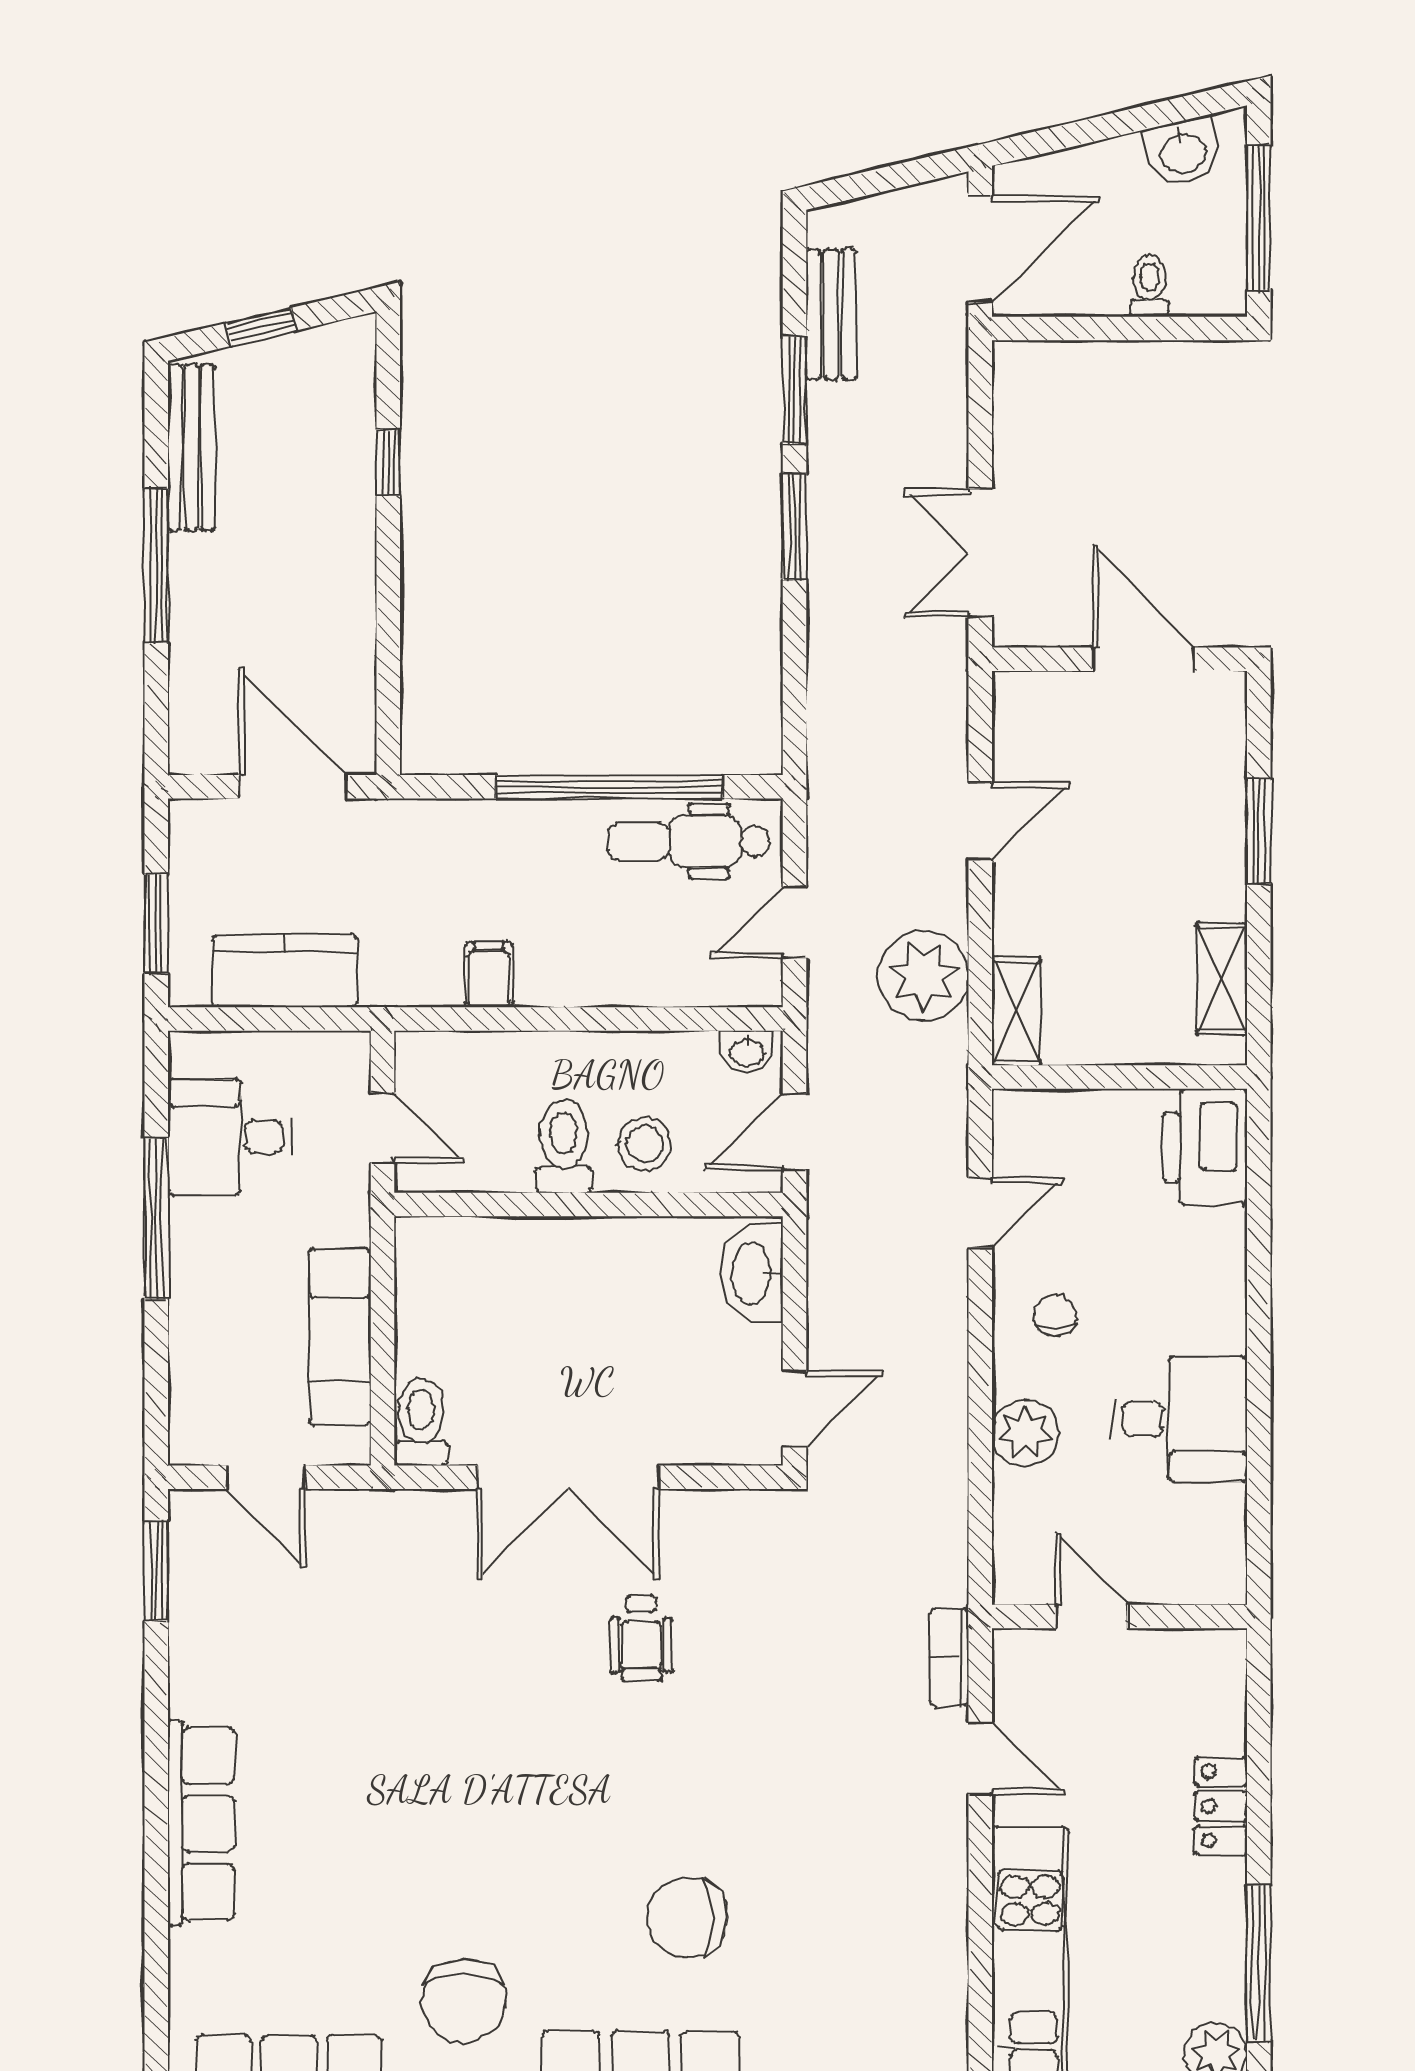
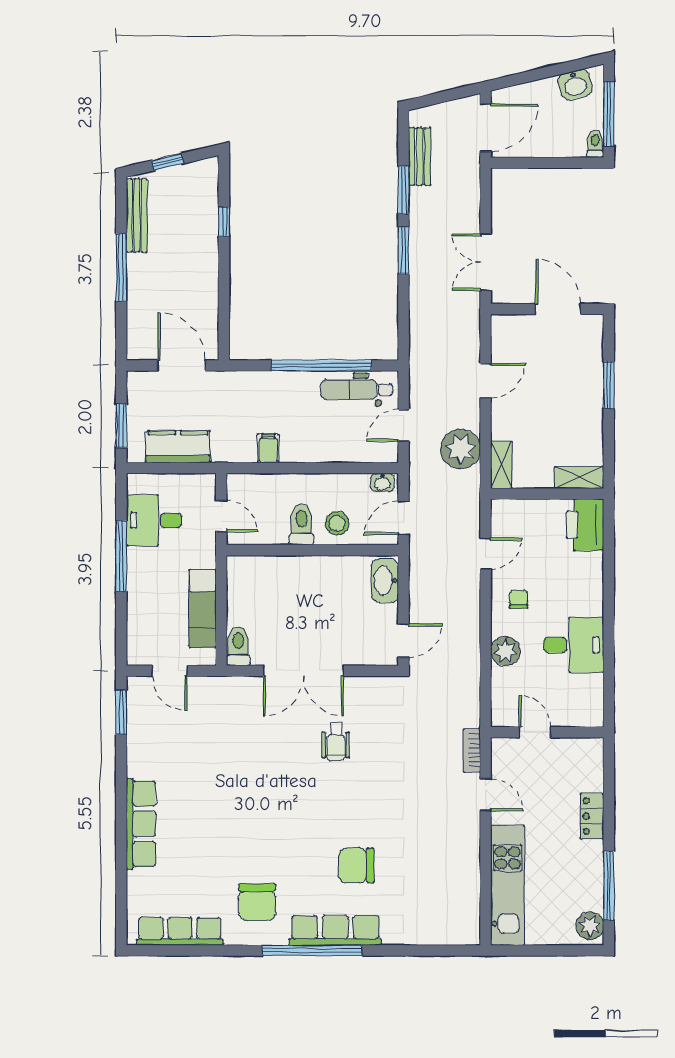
toilet: (1150, 286) -> (595, 144), moved
shelving: (1222, 979) -> (579, 477), moved, turned 90

